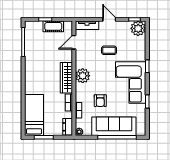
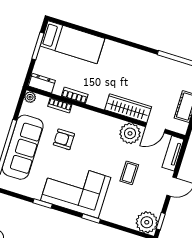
door: (74, 42) -> (155, 128), swing flipped
plant: (83, 76) -> (130, 133), moved
wardrobe: (66, 78) -> (128, 108), moved

